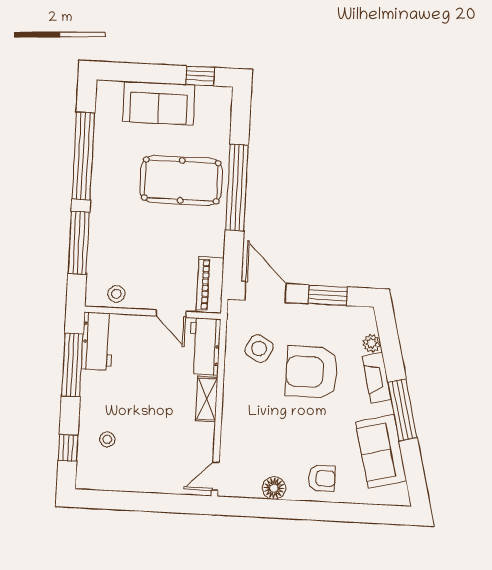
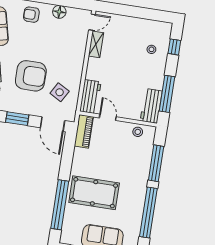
window: (237, 187) -> (60, 205), moved
shelving: (207, 399) -> (96, 44), moved

